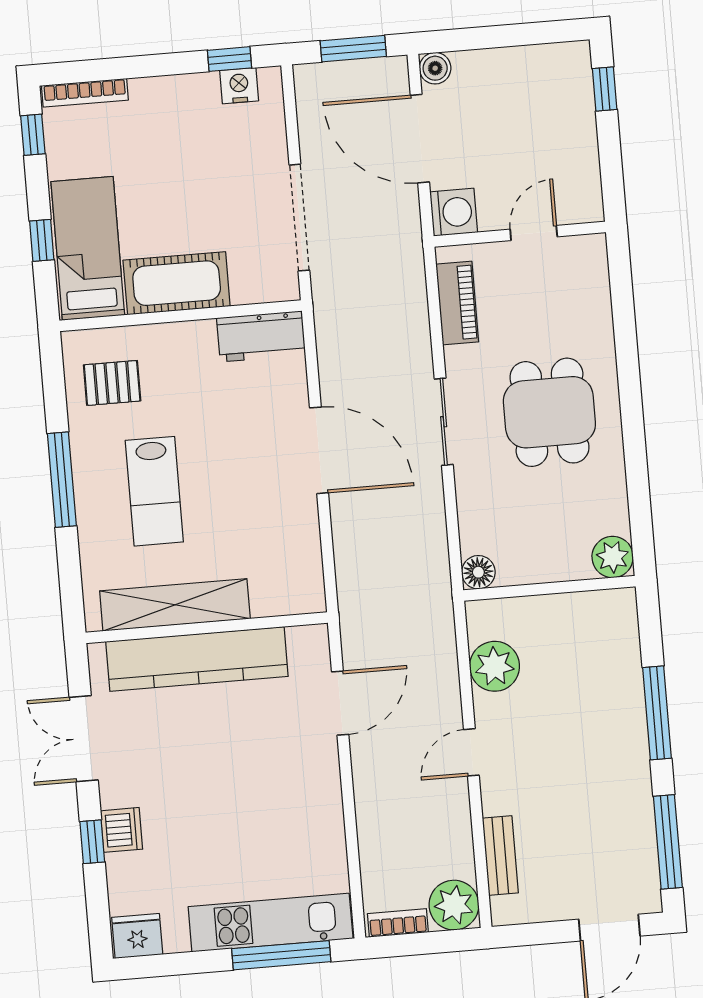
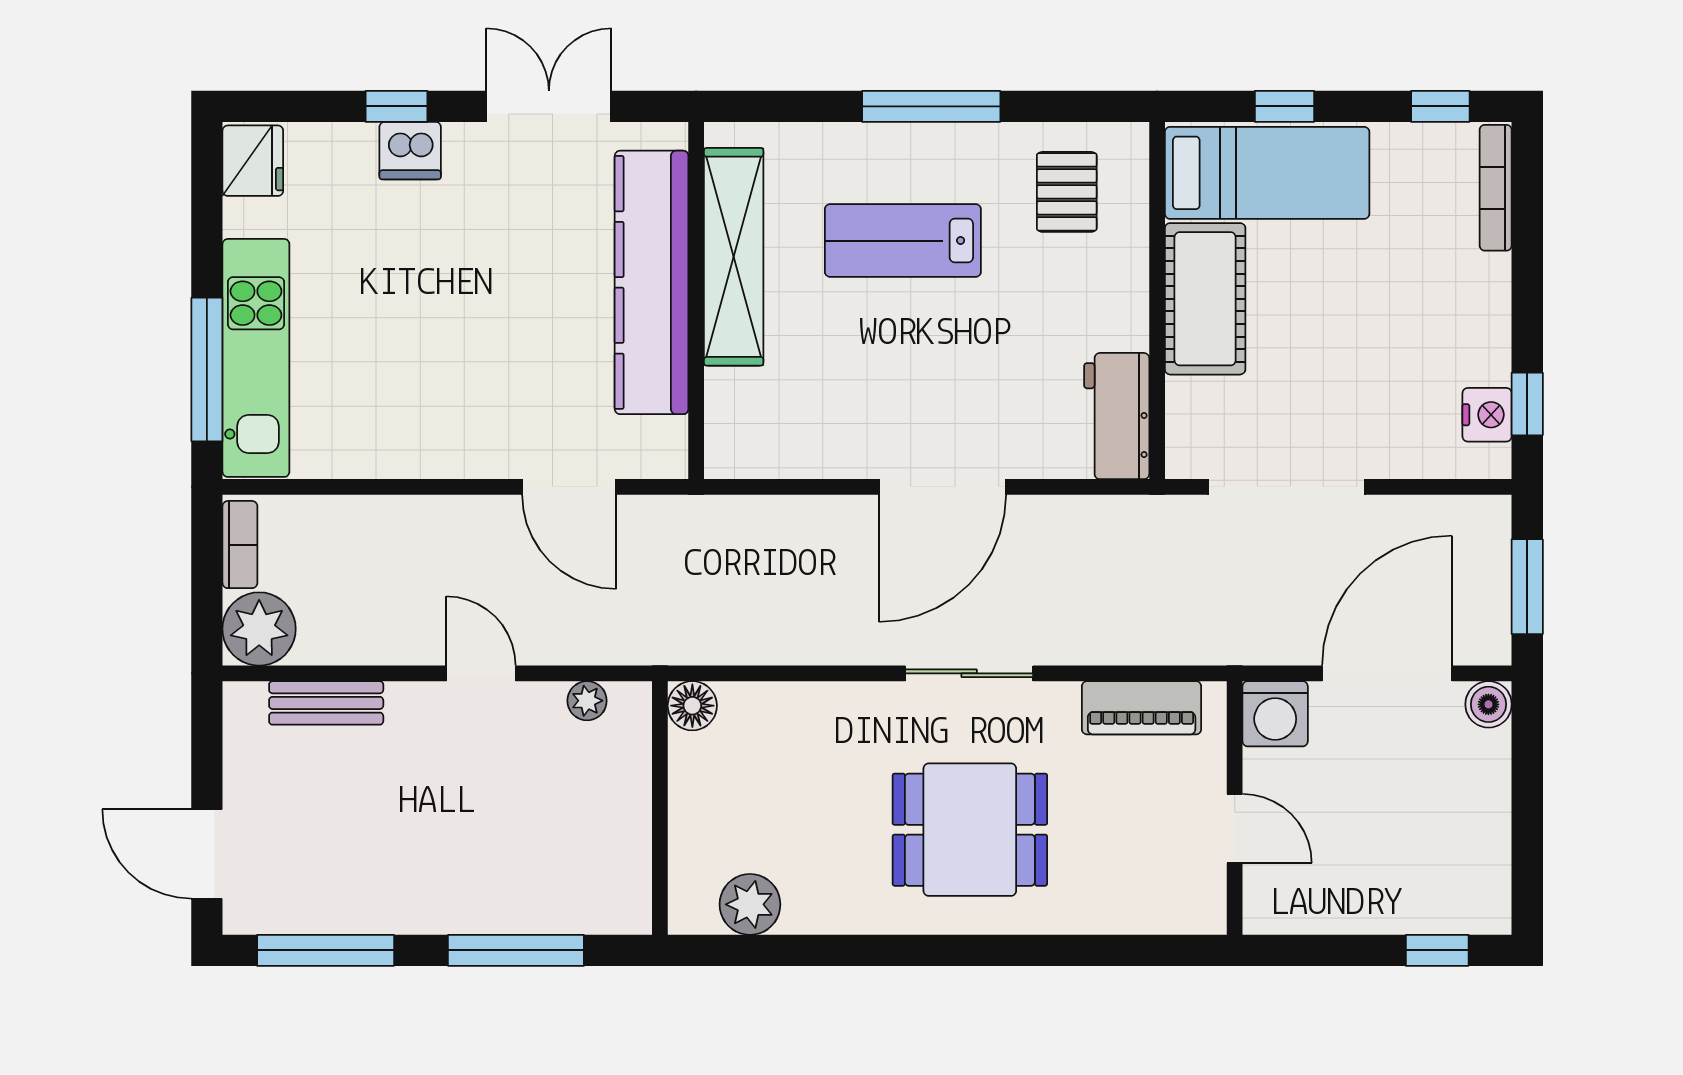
floor lamp: (478, 572) -> (692, 706), moved
wall: (549, 588) -> (660, 808), moved
plant: (495, 666) -> (587, 701), width x0.53, depth x0.53

